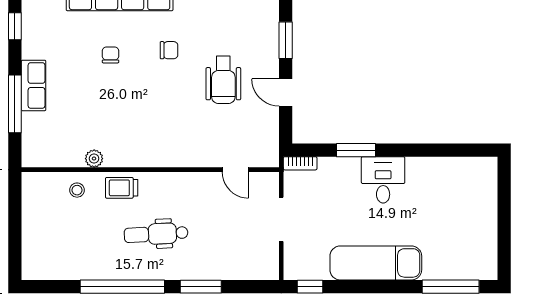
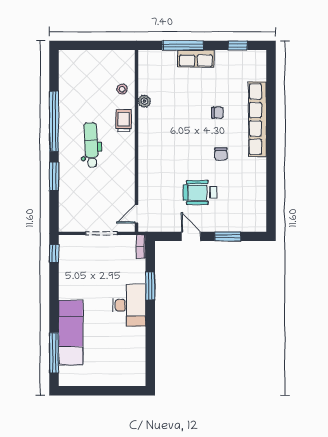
door: (286, 93) -> (191, 236), hinge flipped
door: (235, 170) -> (137, 214), moved
desk: (383, 180) -> (129, 305), width x1.37
exam couch: (376, 263) -> (71, 333), moved

